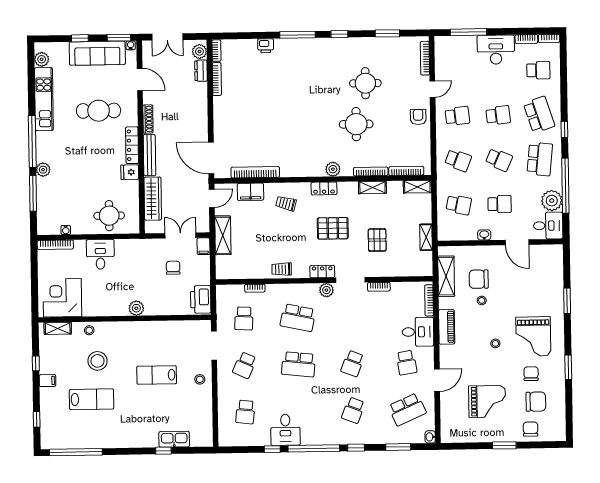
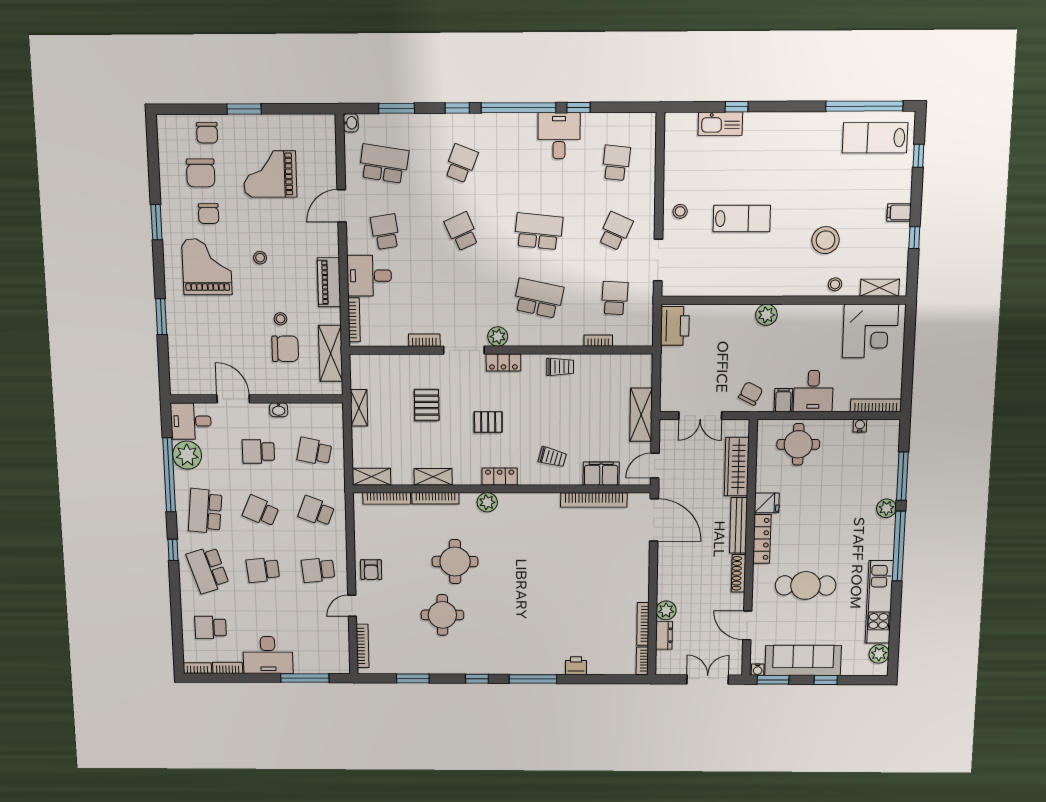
plant: (199, 51) -> (666, 610), moved
pallet: (333, 228) -> (488, 422), width x0.67, depth x0.71
filing cabinet: (203, 246) -> (783, 400), moved
chair: (173, 268) -> (751, 393), moved, turned -153
school desk: (353, 364) -> (462, 232), turned -45
lab bench: (92, 399) -> (875, 138), moved
chair: (536, 402) -> (201, 173), turned -90
school desk: (407, 409) -> (384, 164), turned 33

